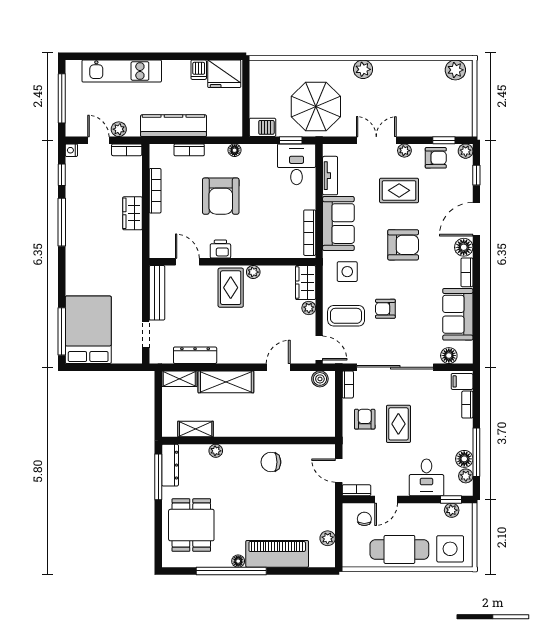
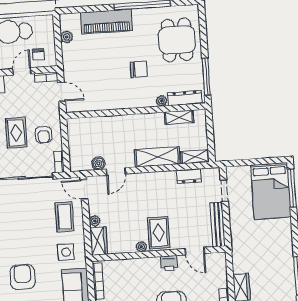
armchair: (403, 245) -> (23, 277), turned 90
armchair: (385, 309) -> (33, 225), removed
coffee table: (346, 316) -> (64, 217), turned 90
dresser: (195, 355) -> (189, 176), width x0.70
boiler: (320, 379) -> (98, 163), moved
chair: (271, 462) -> (139, 69), moved
dresser: (170, 465) -> (185, 98), moved, turned 90
floor lamp: (238, 561) -> (137, 14), removed

